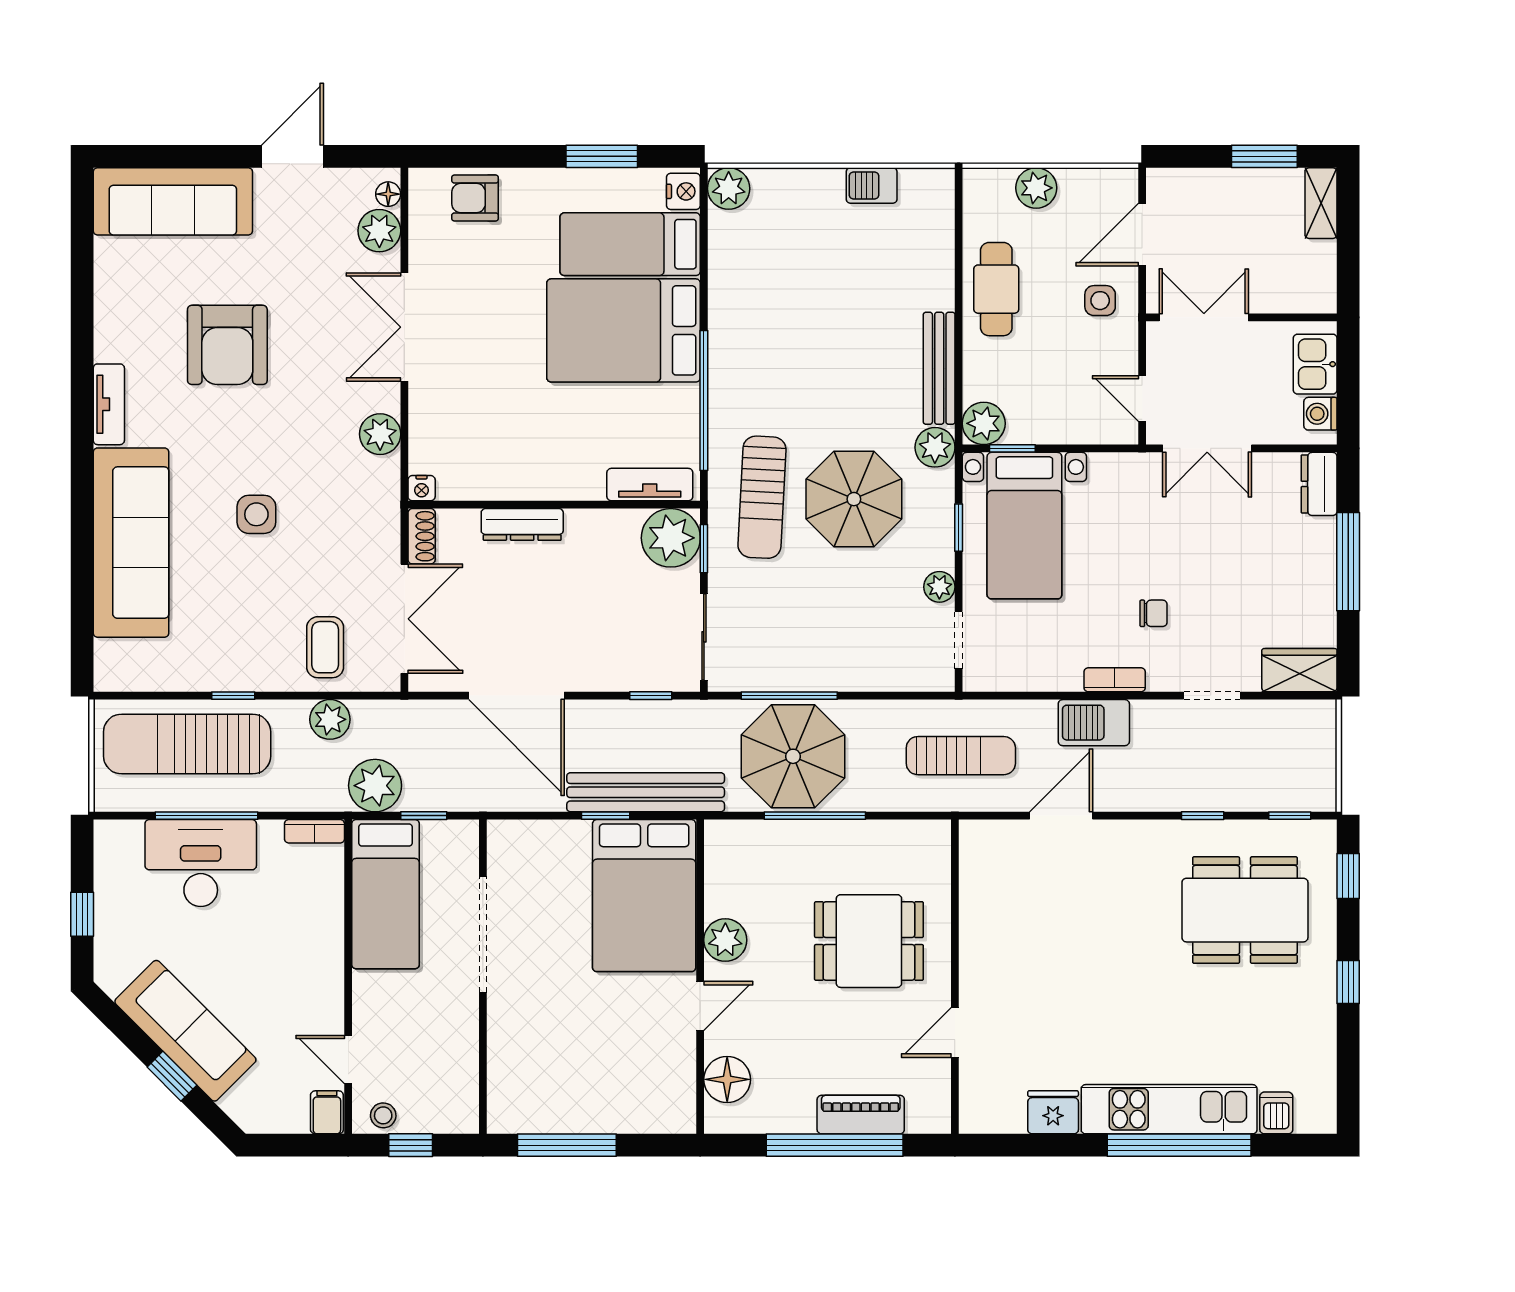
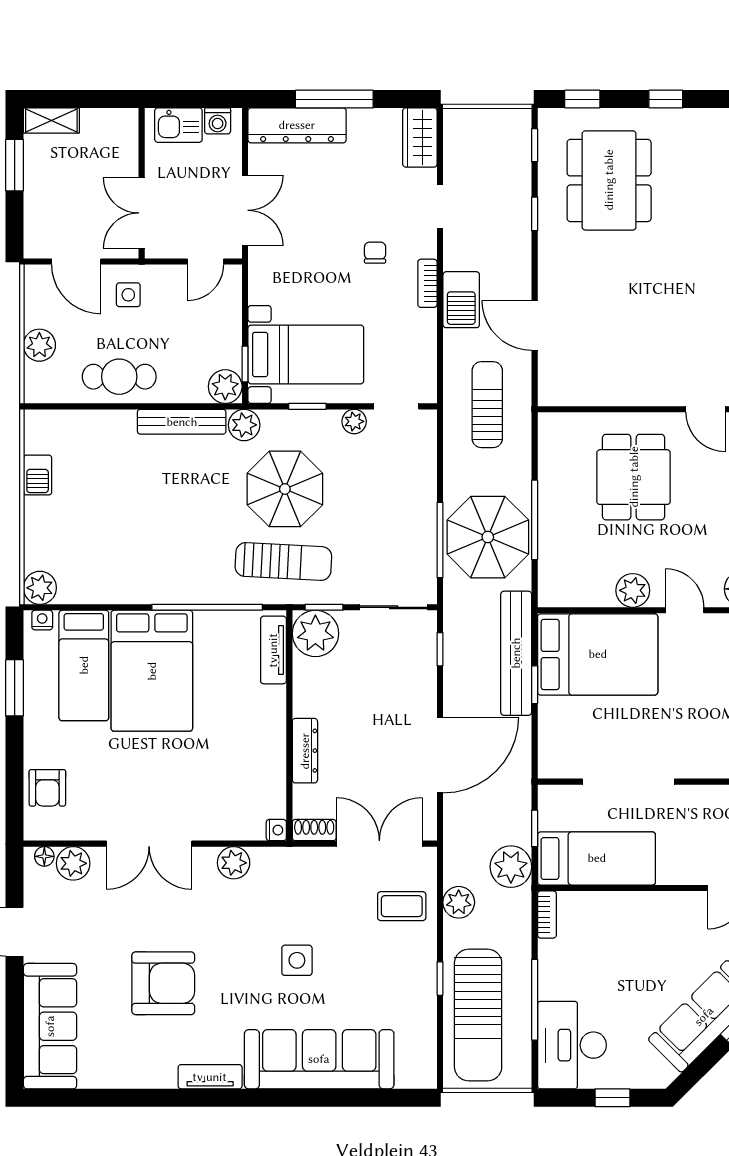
nightstand: (683, 191) -> (42, 620), width x0.72, depth x0.74
dresser: (1319, 484) -> (297, 125), width x1.96, depth x1.24
desk: (201, 863) -> (572, 1045), moved

